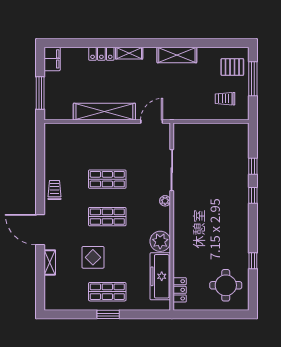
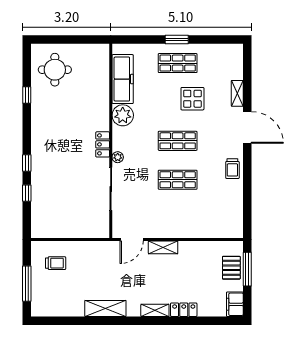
pallet: (232, 67) -> (231, 268), moved, turned 90
shelving: (104, 112) -> (163, 247), width x0.45, depth x0.75
locker: (180, 290) -> (103, 144), moved

